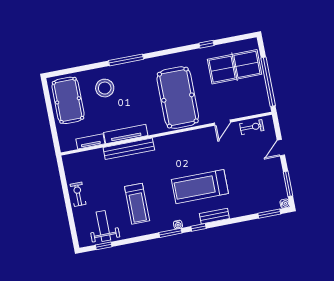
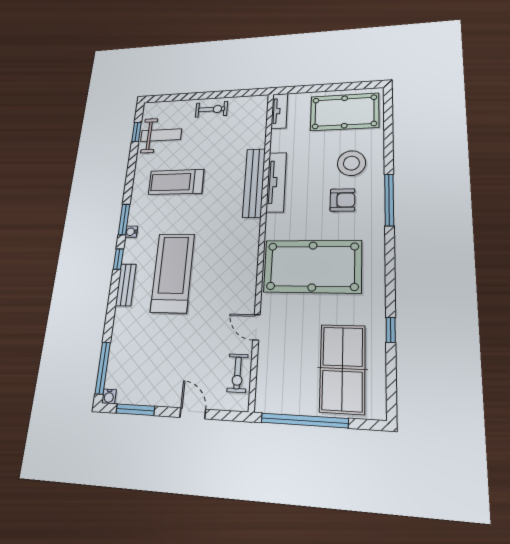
armchair: (131, 88) -> (342, 200), added
tv unit: (90, 141) -> (279, 111), moved
window: (269, 214) -> (103, 368), width x1.44

